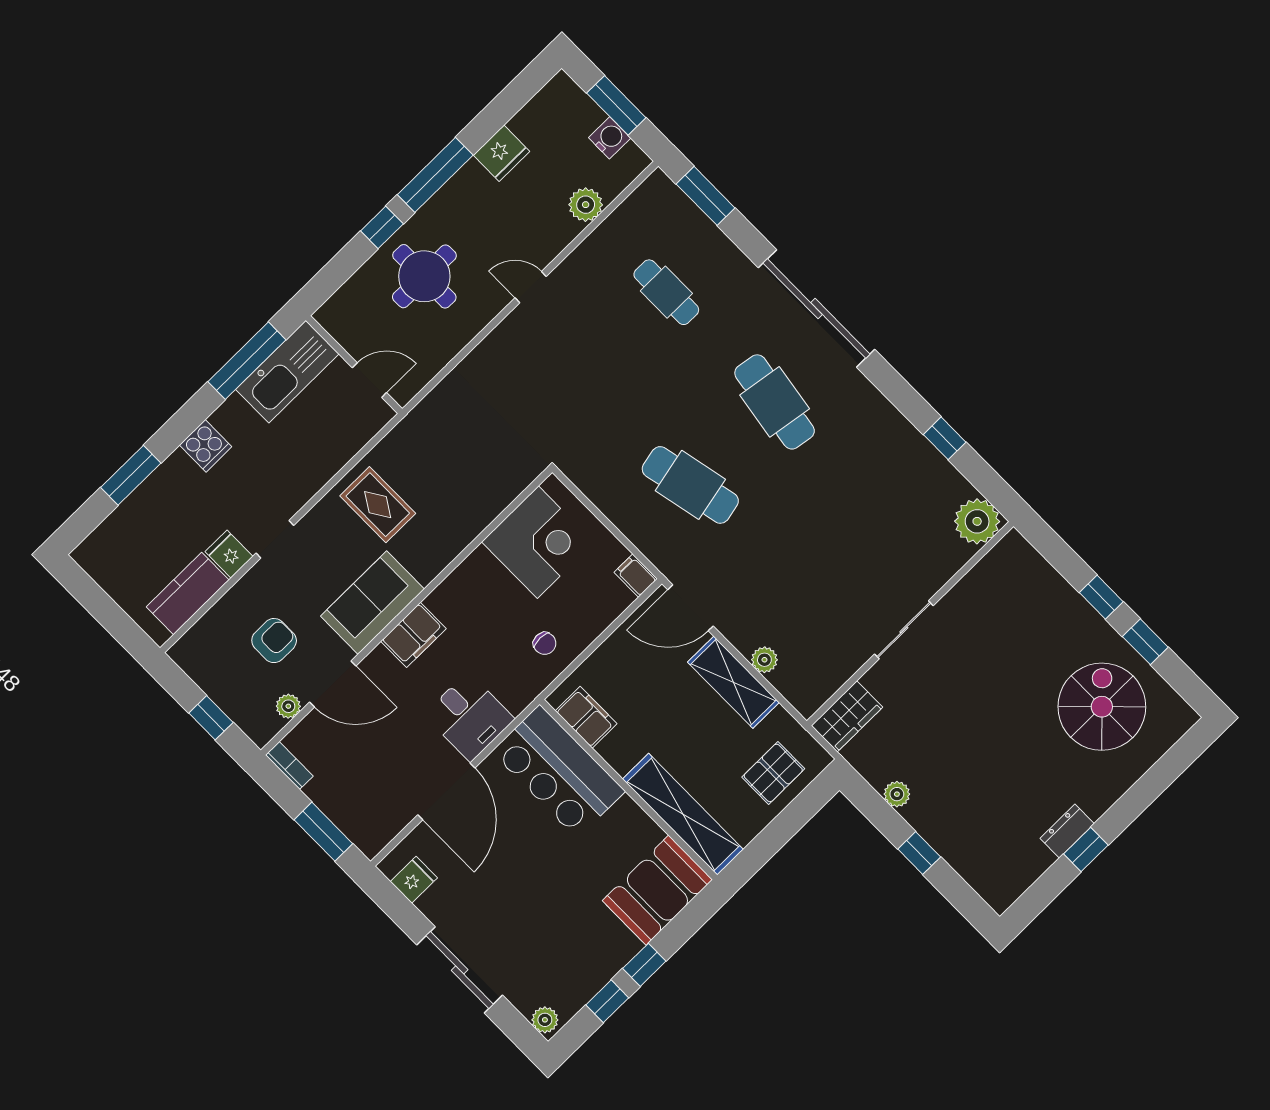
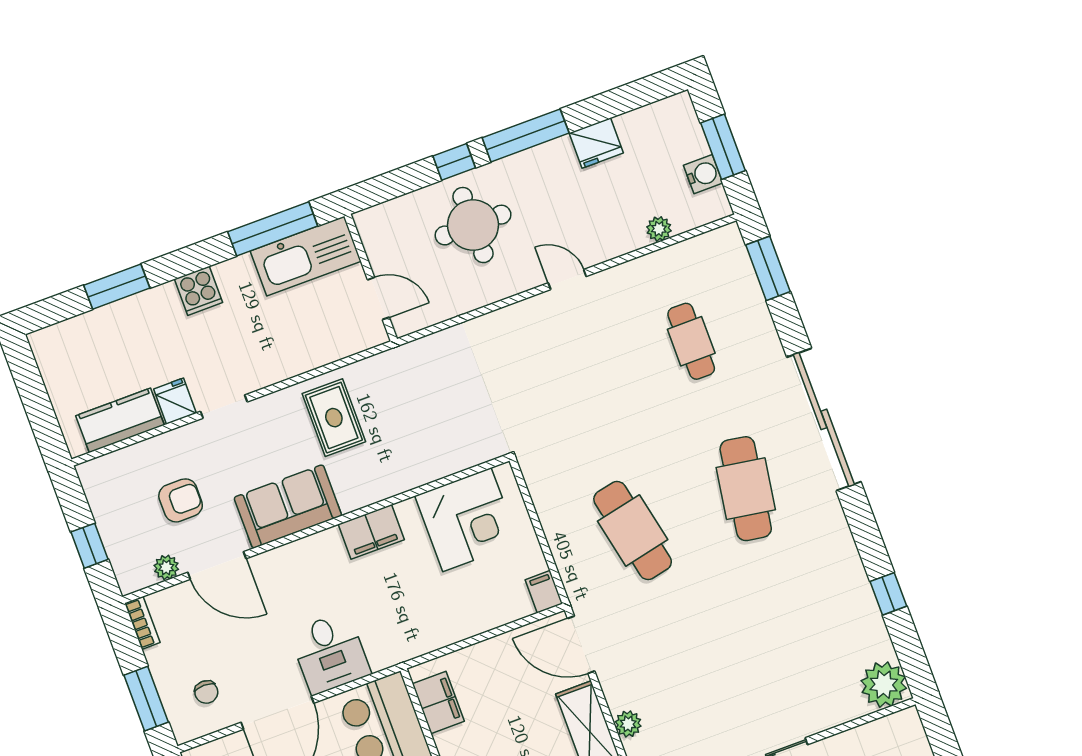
plant: (586, 205) -> (659, 229), width x0.73, depth x0.73
filing cabinet: (413, 635) -> (371, 532), moved
chair: (545, 643) -> (206, 692), moved

